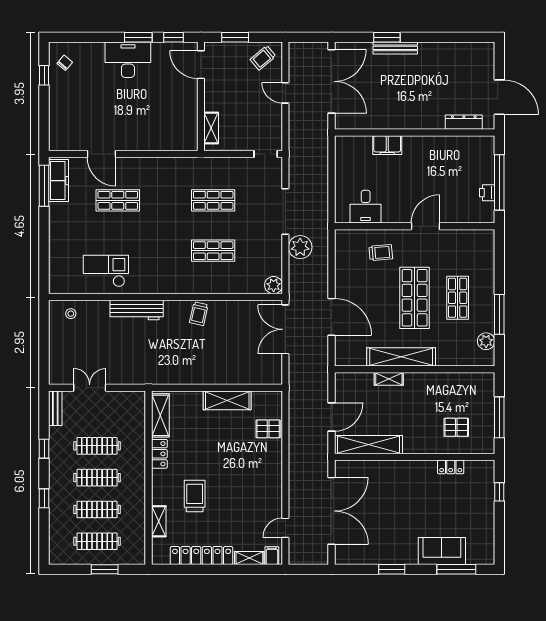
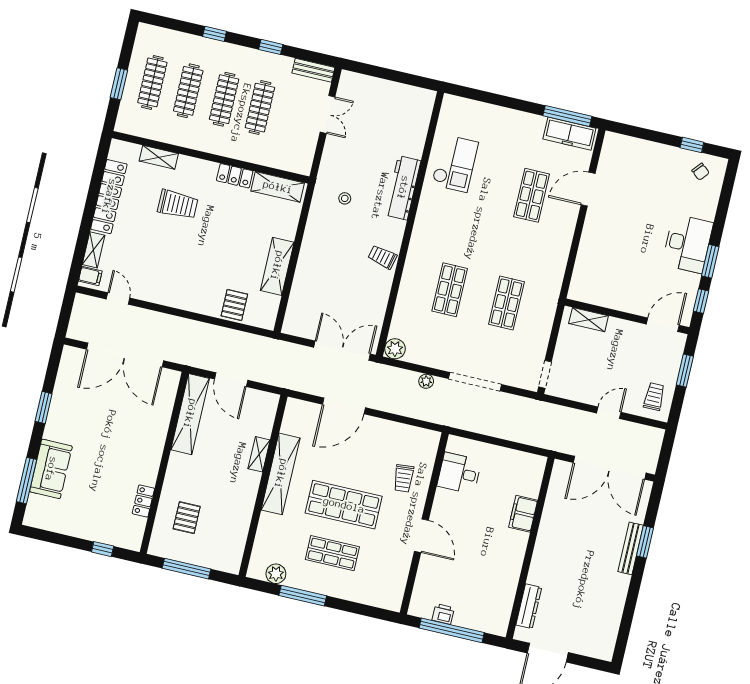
trolley: (263, 58) -> (654, 397), turned 40
plant: (300, 247) -> (426, 381), width x0.53, depth x0.53
stool: (71, 314) -> (345, 198), moved

